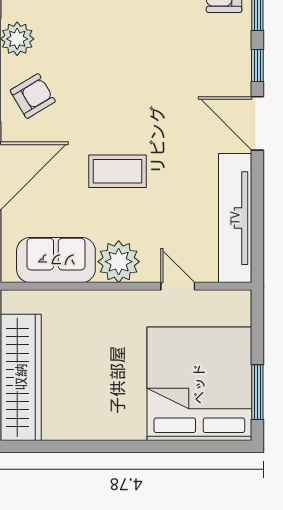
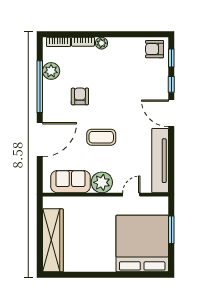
armchair: (33, 96) -> (80, 96), moved, turned -59
door: (178, 286) -> (131, 195), hinge flipped
window: (257, 392) -> (171, 230), moved

